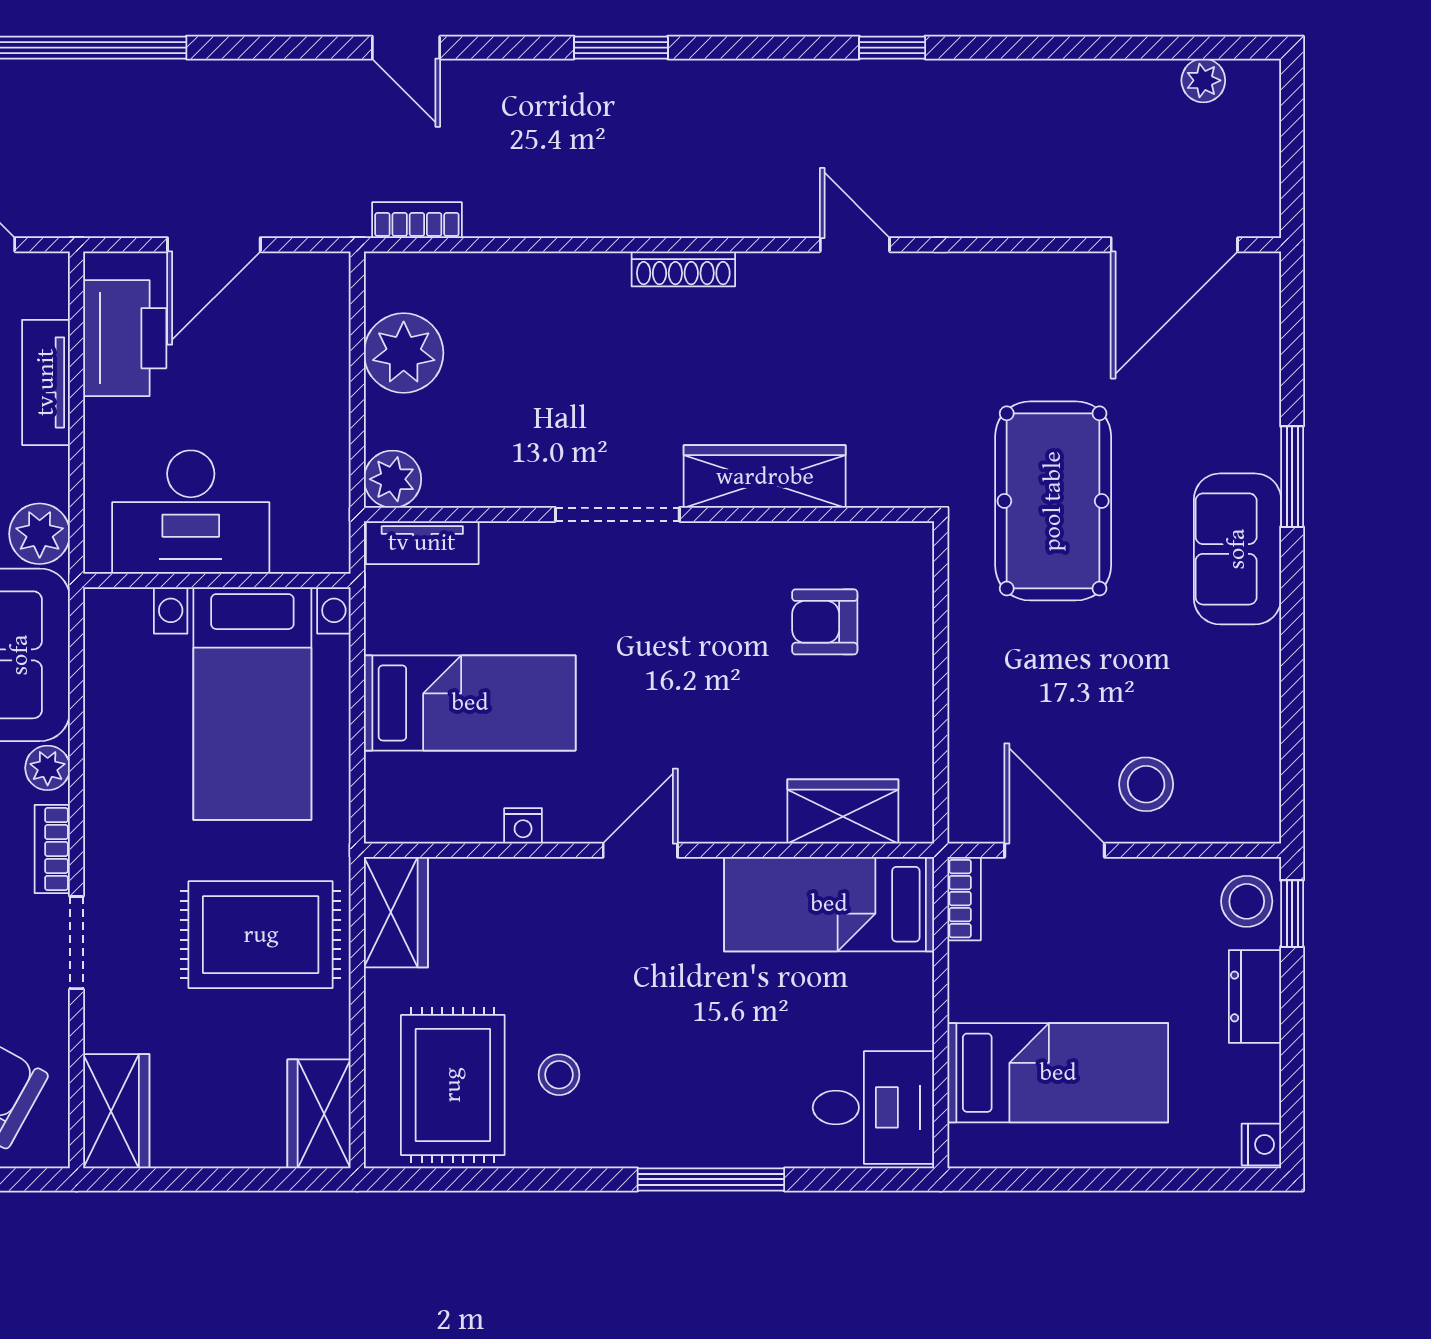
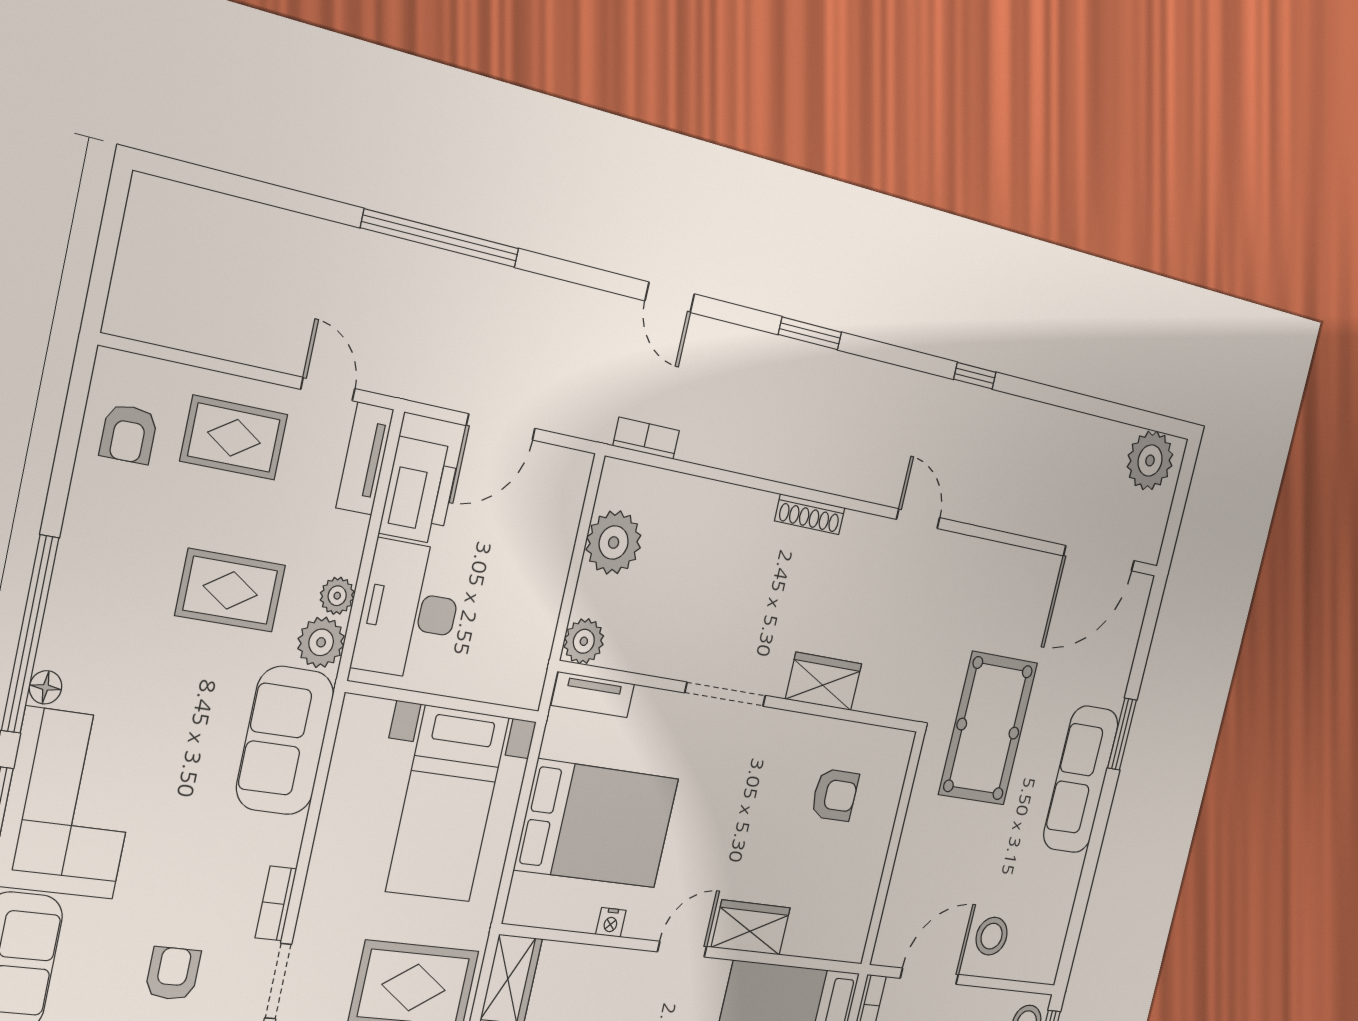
plant: (1203, 80) -> (1150, 461), width x1.88, depth x1.88
tv unit: (46, 382) -> (365, 459), moved
wardrobe: (765, 477) -> (824, 681), width x0.67
desk: (191, 512) -> (409, 610), moved, turned 90
sofa: (1237, 549) -> (1081, 779), width x1.36
armchair: (825, 622) -> (835, 795), turned 180
bed: (470, 703) -> (597, 824), width x1.50
plant: (48, 768) -> (337, 596), moved
wardrobe: (843, 811) -> (751, 927), moved
door: (1054, 850) -> (929, 976), hinge flipped

